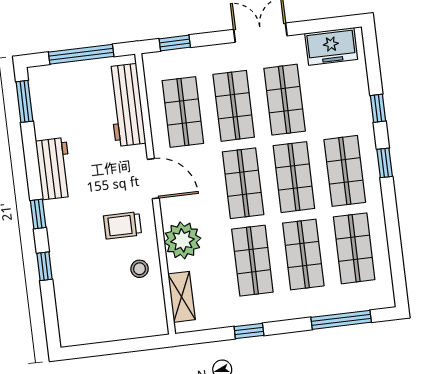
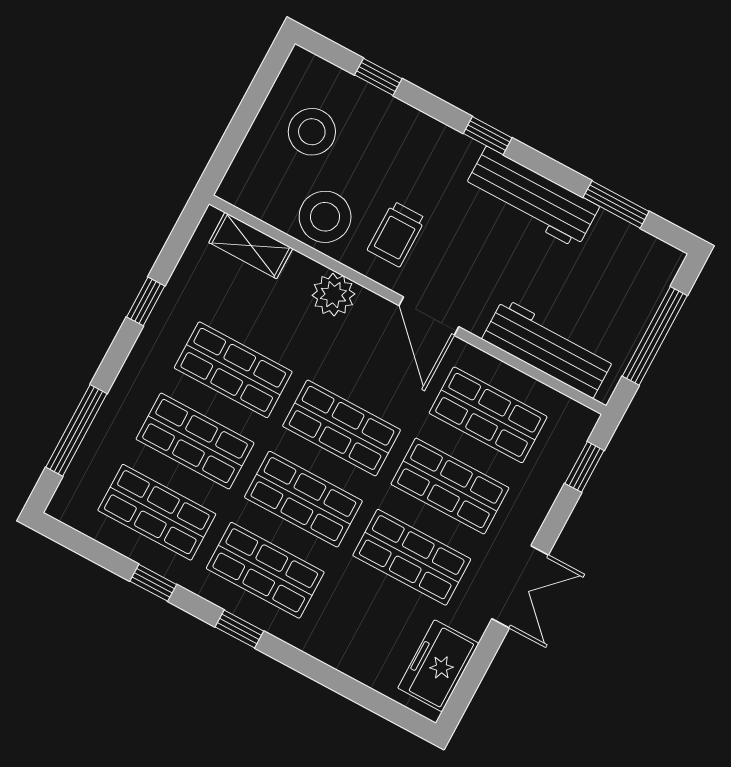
window: (24, 101) -> (616, 204), moved
window: (378, 108) -> (153, 583), moved
workbench: (54, 169) -> (532, 197), width x1.38
door: (153, 179) -> (429, 316), hinge flipped
trolley: (123, 225) -> (396, 234), turned 180
plant: (182, 240) -> (333, 295), width x0.73, depth x0.73
window: (44, 266) -> (378, 77), moved
stool: (140, 269) -> (325, 217), width x1.89, depth x1.89
stool: (100, 307) -> (312, 132), added

